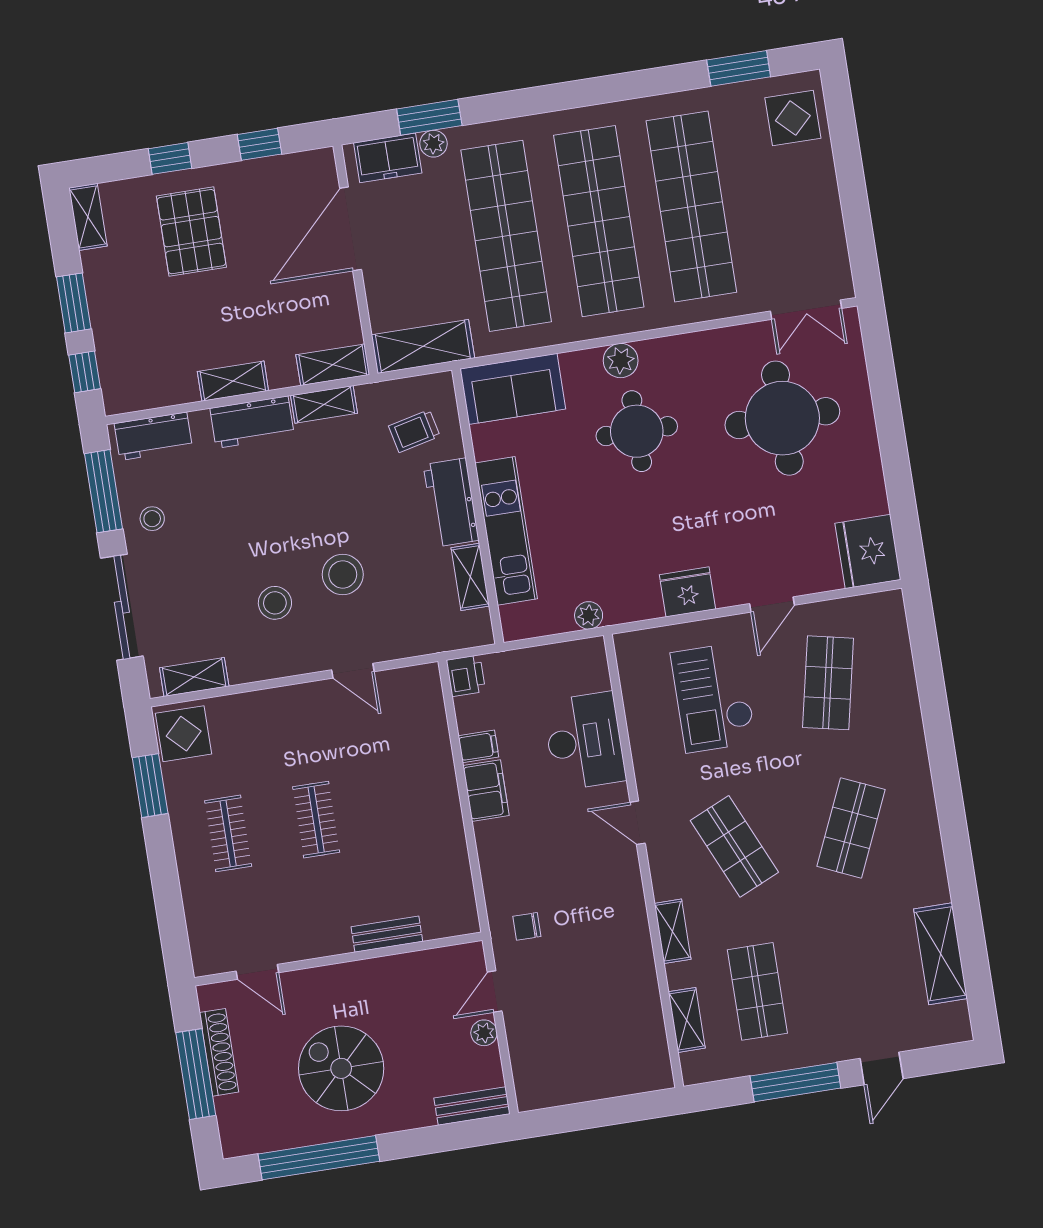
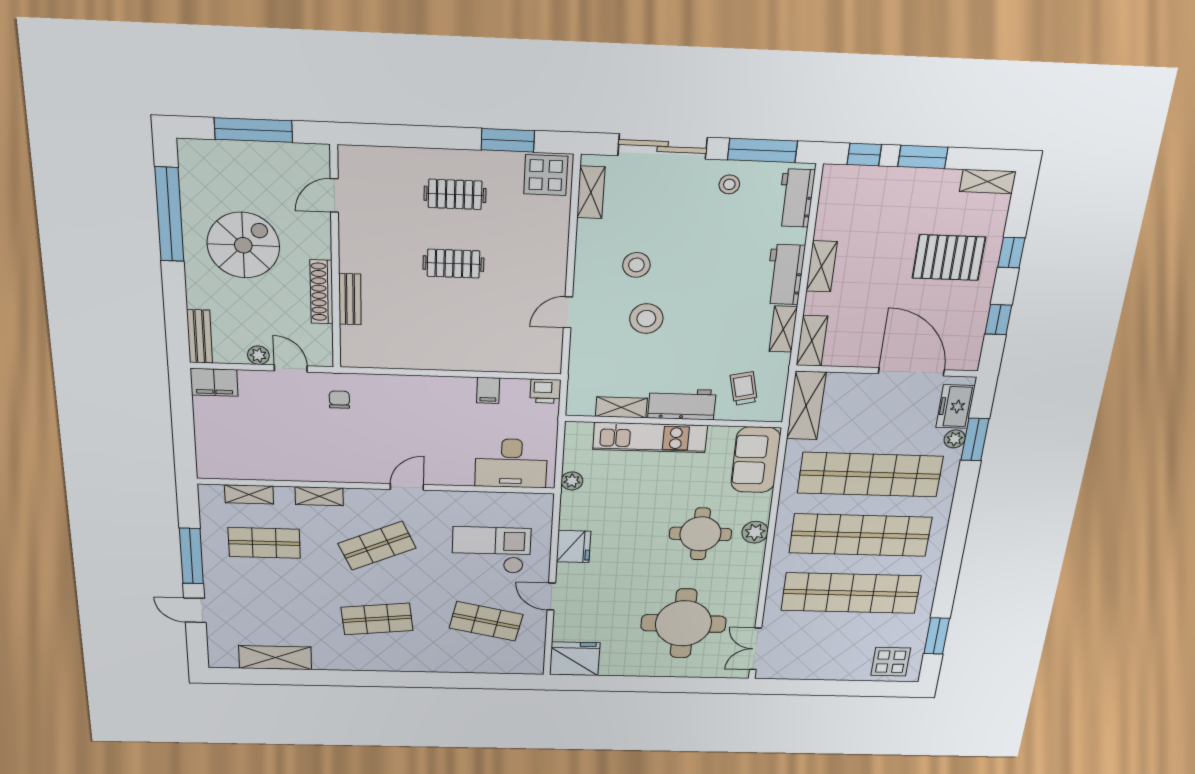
desk: (584, 741) -> (511, 463), moved
filing cabinet: (486, 791) -> (214, 382), moved
shop shelf: (851, 828) -> (377, 619), turned -30
shoe rack: (219, 1052) -> (322, 292), moved, turned 90

